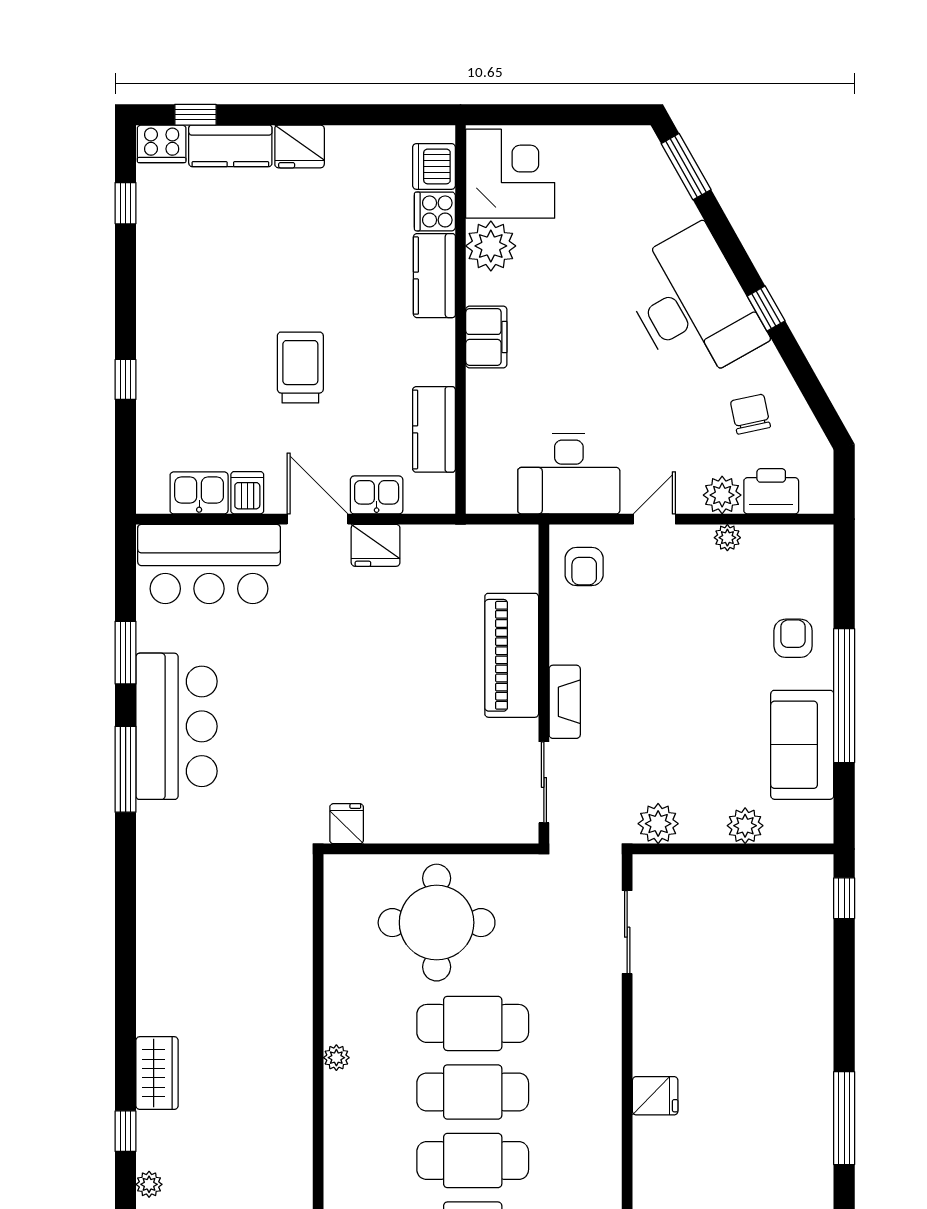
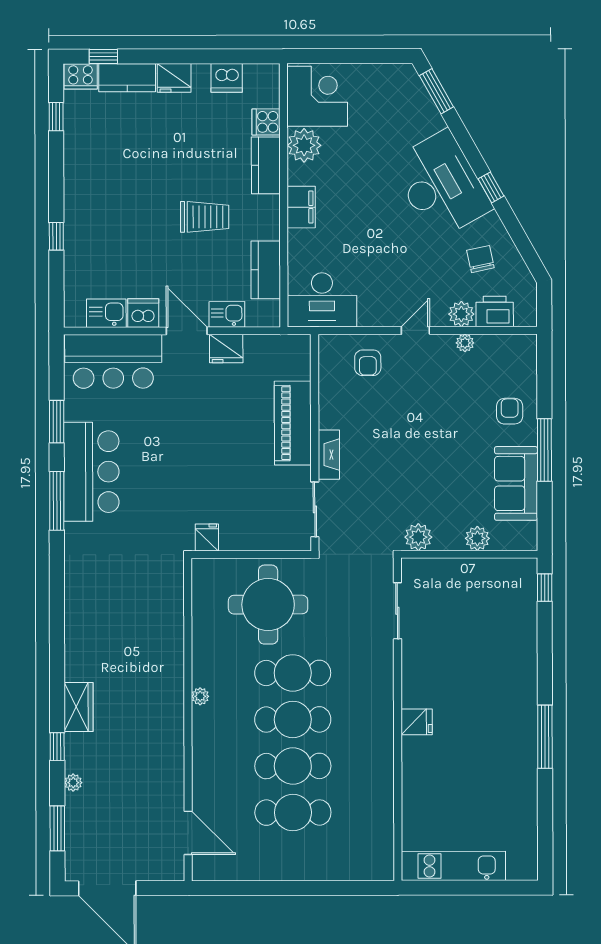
dishwasher: (434, 166) -> (227, 78), moved, turned -90
trolley: (300, 368) -> (205, 217), moved, turned 90
desk: (569, 474) -> (322, 300), moved
dishwasher: (247, 493) -> (143, 313), width x1.38
piano: (512, 655) -> (293, 423), moved
wall: (544, 684) -> (315, 443), moved
window: (844, 696) -> (544, 450), width x0.68
fireplace: (565, 702) -> (329, 455), moved
sliding door: (544, 782) -> (315, 509), moved

